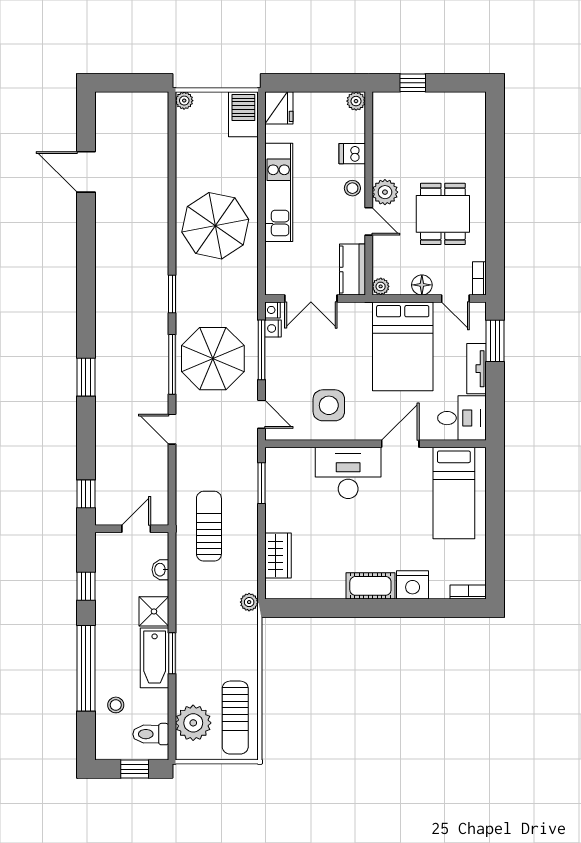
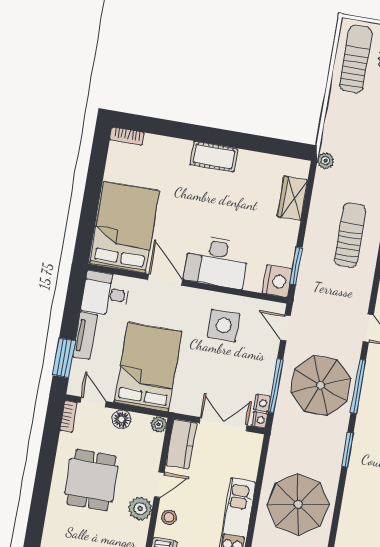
door: (369, 221) -> (159, 485), swing flipped
door: (400, 444) -> (165, 280), swing flipped
bed: (454, 493) -> (125, 227), width x1.50
sun lounger: (209, 526) -> (350, 235), turned 180
nightstand: (413, 585) -> (277, 281), moved, turned 90

